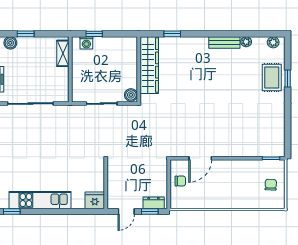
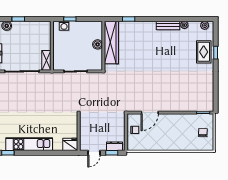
shelving: (63, 53) -> (46, 60), moved
boiler: (131, 95) -> (98, 44), moved

